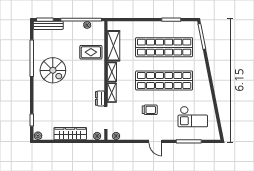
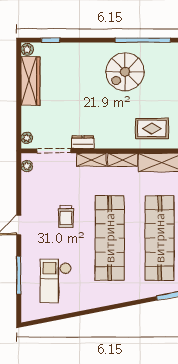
rug: (91, 52) -> (152, 129), turned 90
wardrobe: (70, 134) -> (30, 81), moved

